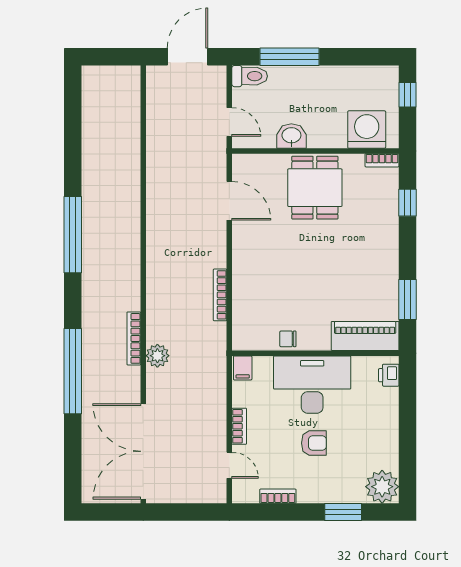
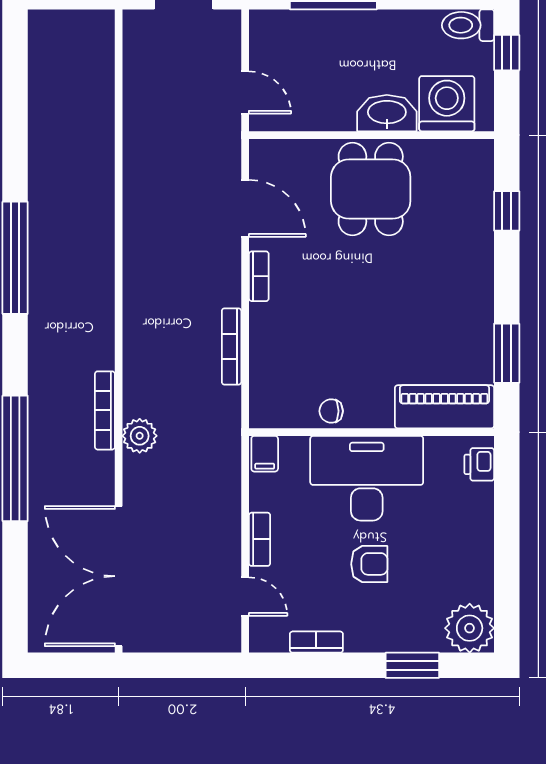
toilet: (250, 76) -> (468, 25), moved, turned 180
washbasin: (291, 136) -> (387, 113), moved, width x1.38
bookcase: (382, 160) -> (259, 276), moved, turned -90

